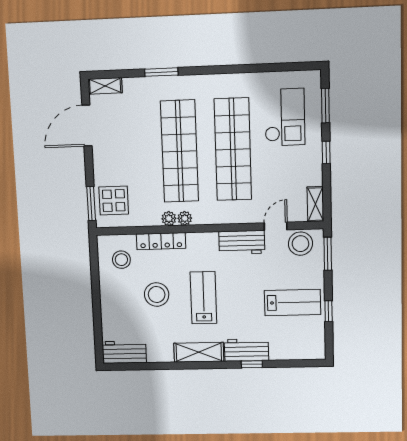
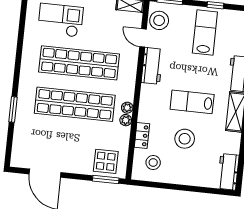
shelving: (105, 86) -> (17, 154), removed
locker: (161, 241) -> (142, 136), width x0.66

